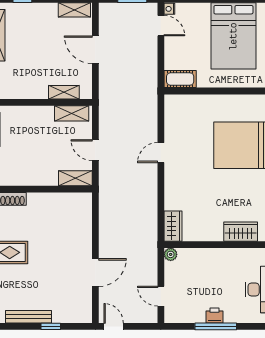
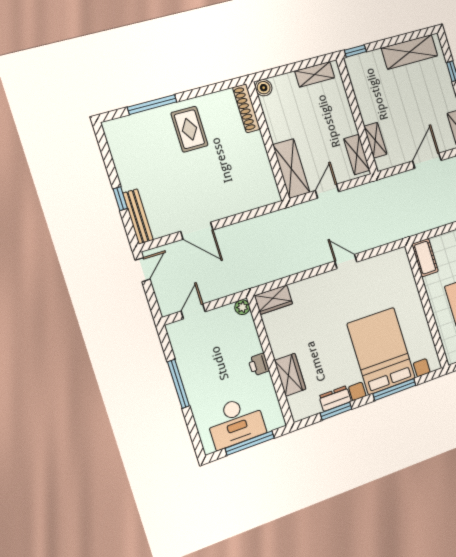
shelving: (75, 178) -> (291, 169), width x1.50, depth x1.33
printer: (215, 315) -> (259, 364), moved, turned 180
bench: (28, 317) -> (138, 216), moved

